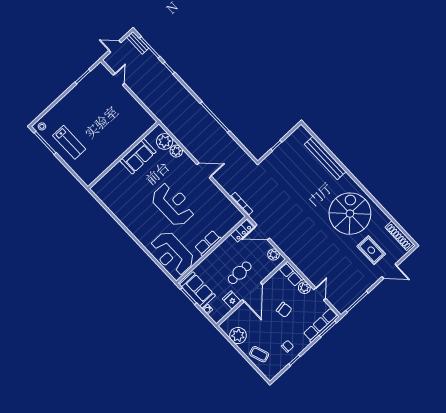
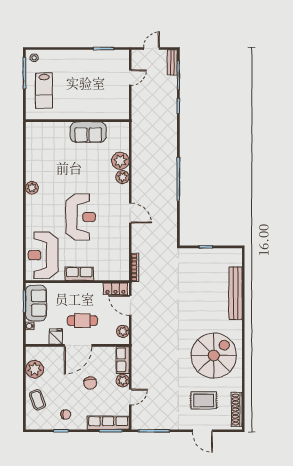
door: (115, 46) -> (152, 48), hinge flipped
wall: (123, 155) -> (77, 121), moved
sofa: (138, 156) -> (88, 132), moved
plant: (122, 215) -> (32, 188), added
rug: (371, 250) -> (204, 400), turned 90

